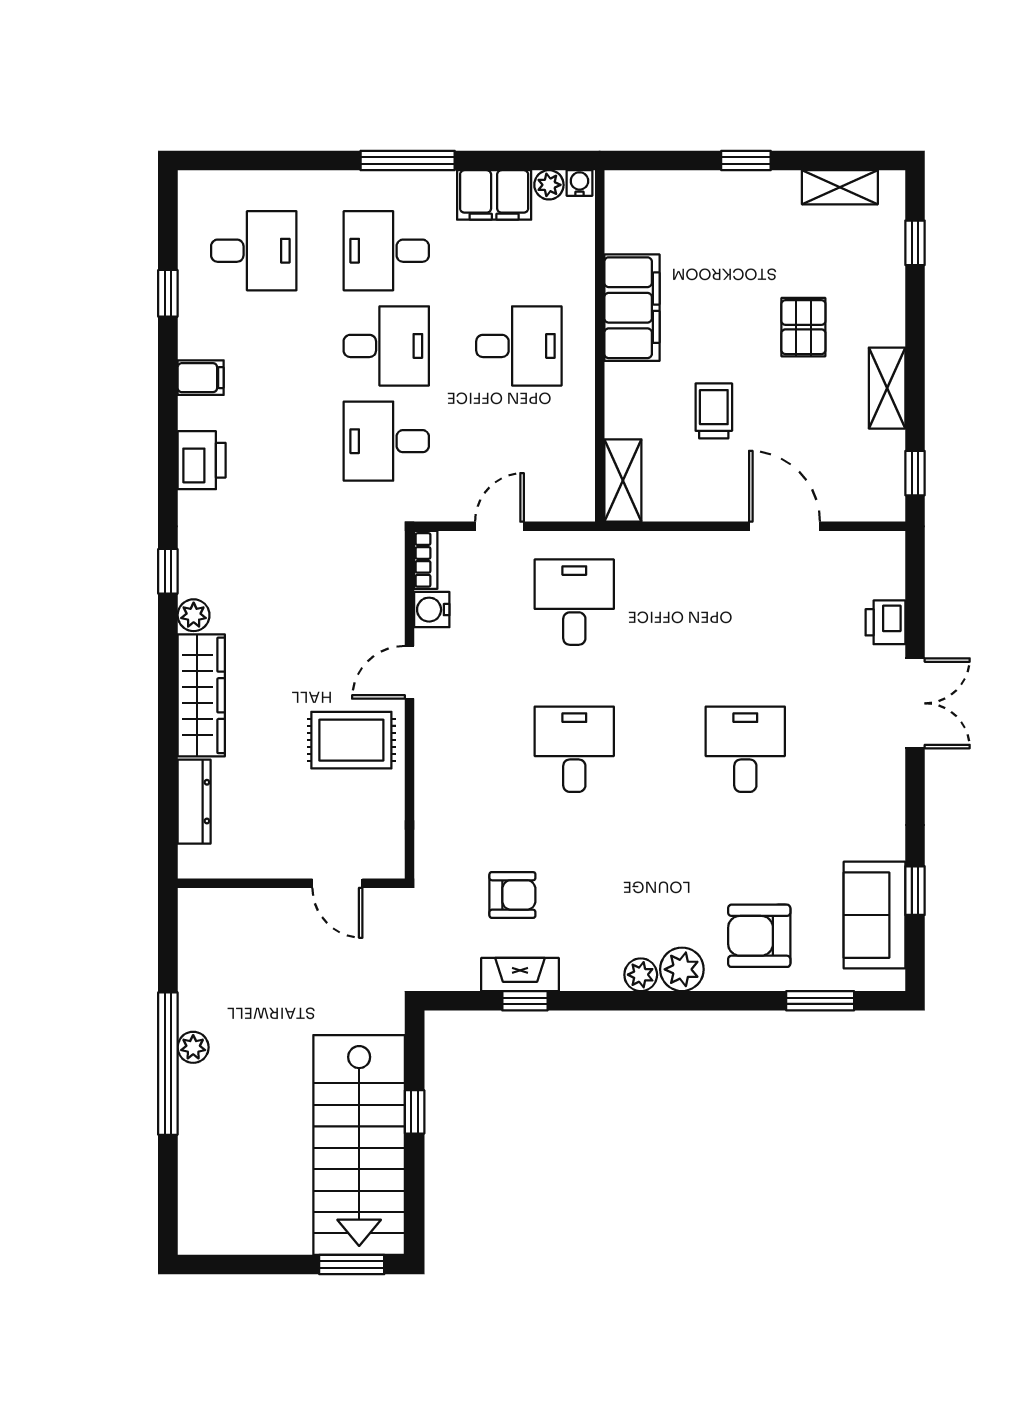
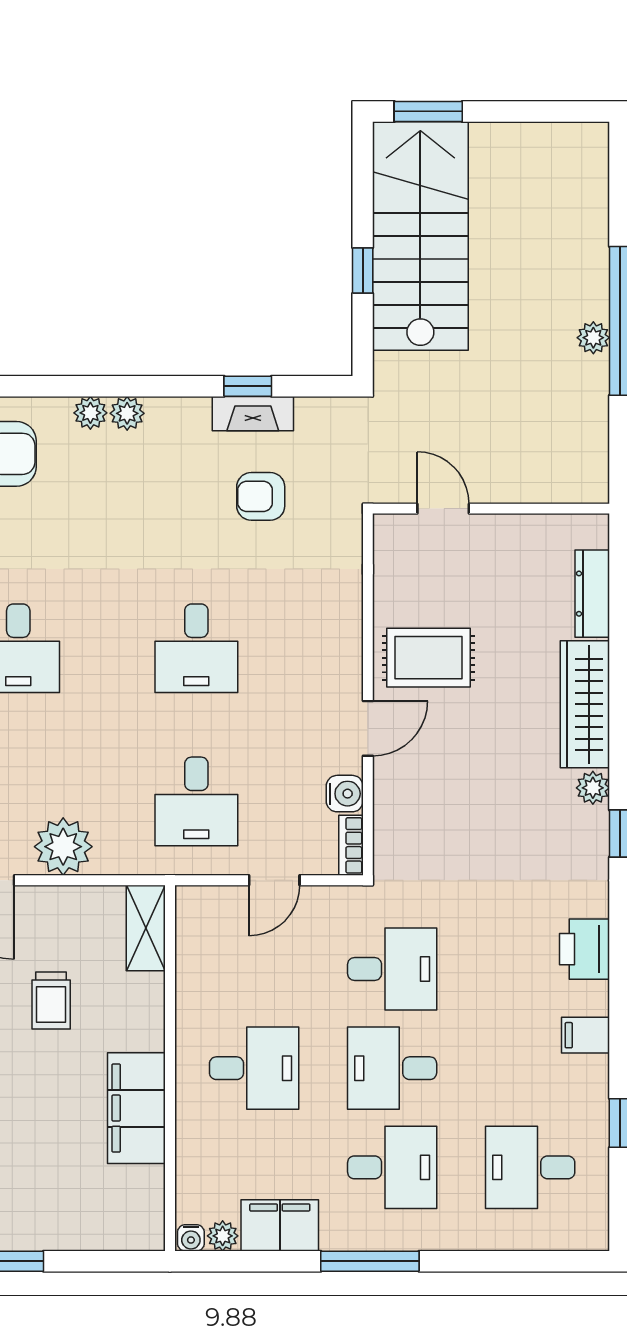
desk: (519, 346) -> (254, 1068), turned 180
plant: (702, 559) -> (63, 847), added
plant: (682, 969) -> (90, 413), width x0.73, depth x0.73

